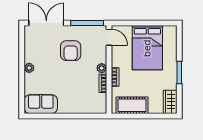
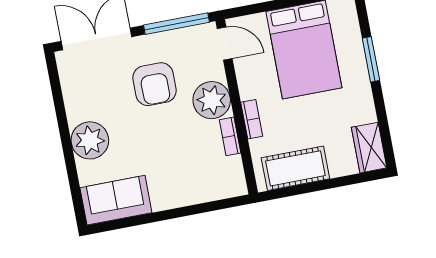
plant: (29, 68) -> (90, 140), width x1.88, depth x1.88
plant: (102, 68) -> (212, 100), width x1.88, depth x1.88
window: (179, 73) -> (371, 59), moved

